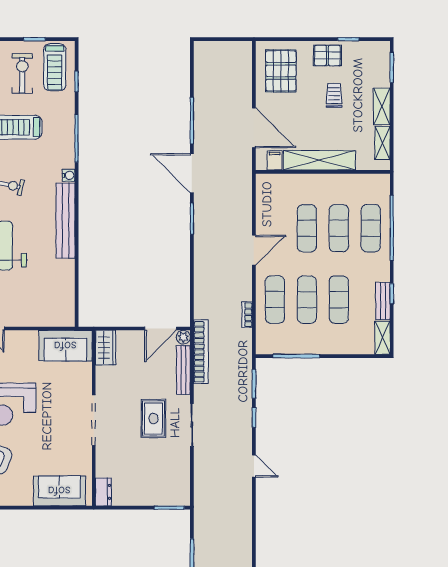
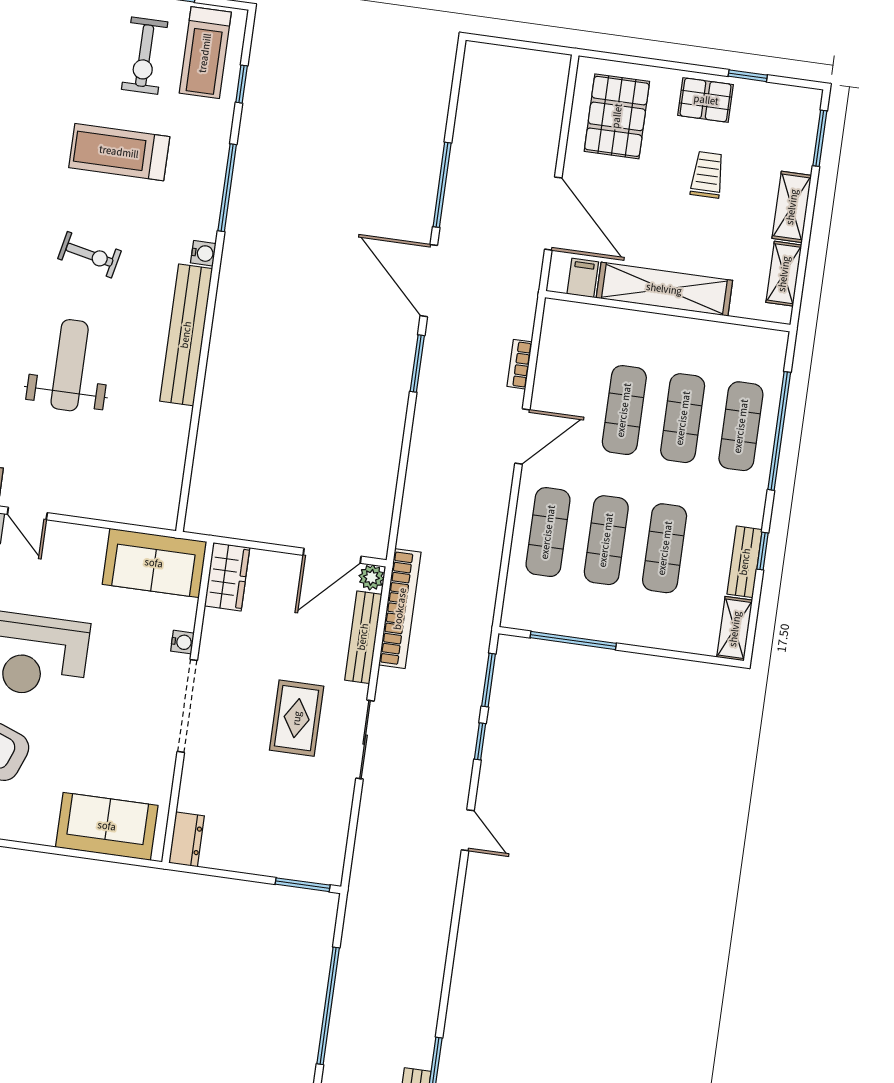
exercise bike: (22, 73) -> (145, 56), turned 180
bookcase: (247, 315) -> (520, 364), moved
water cooler: (86, 386) -> (182, 642), added

